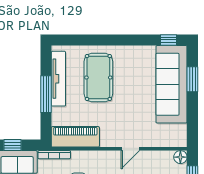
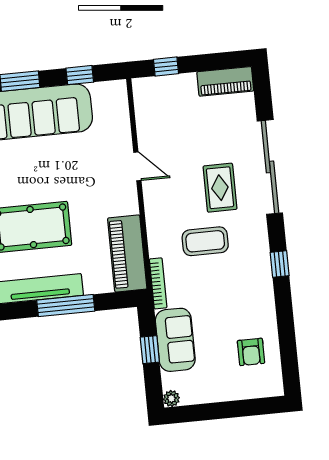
window: (192, 118) -> (80, 75), added
floor lamp: (180, 157) -> (142, 88), removed

